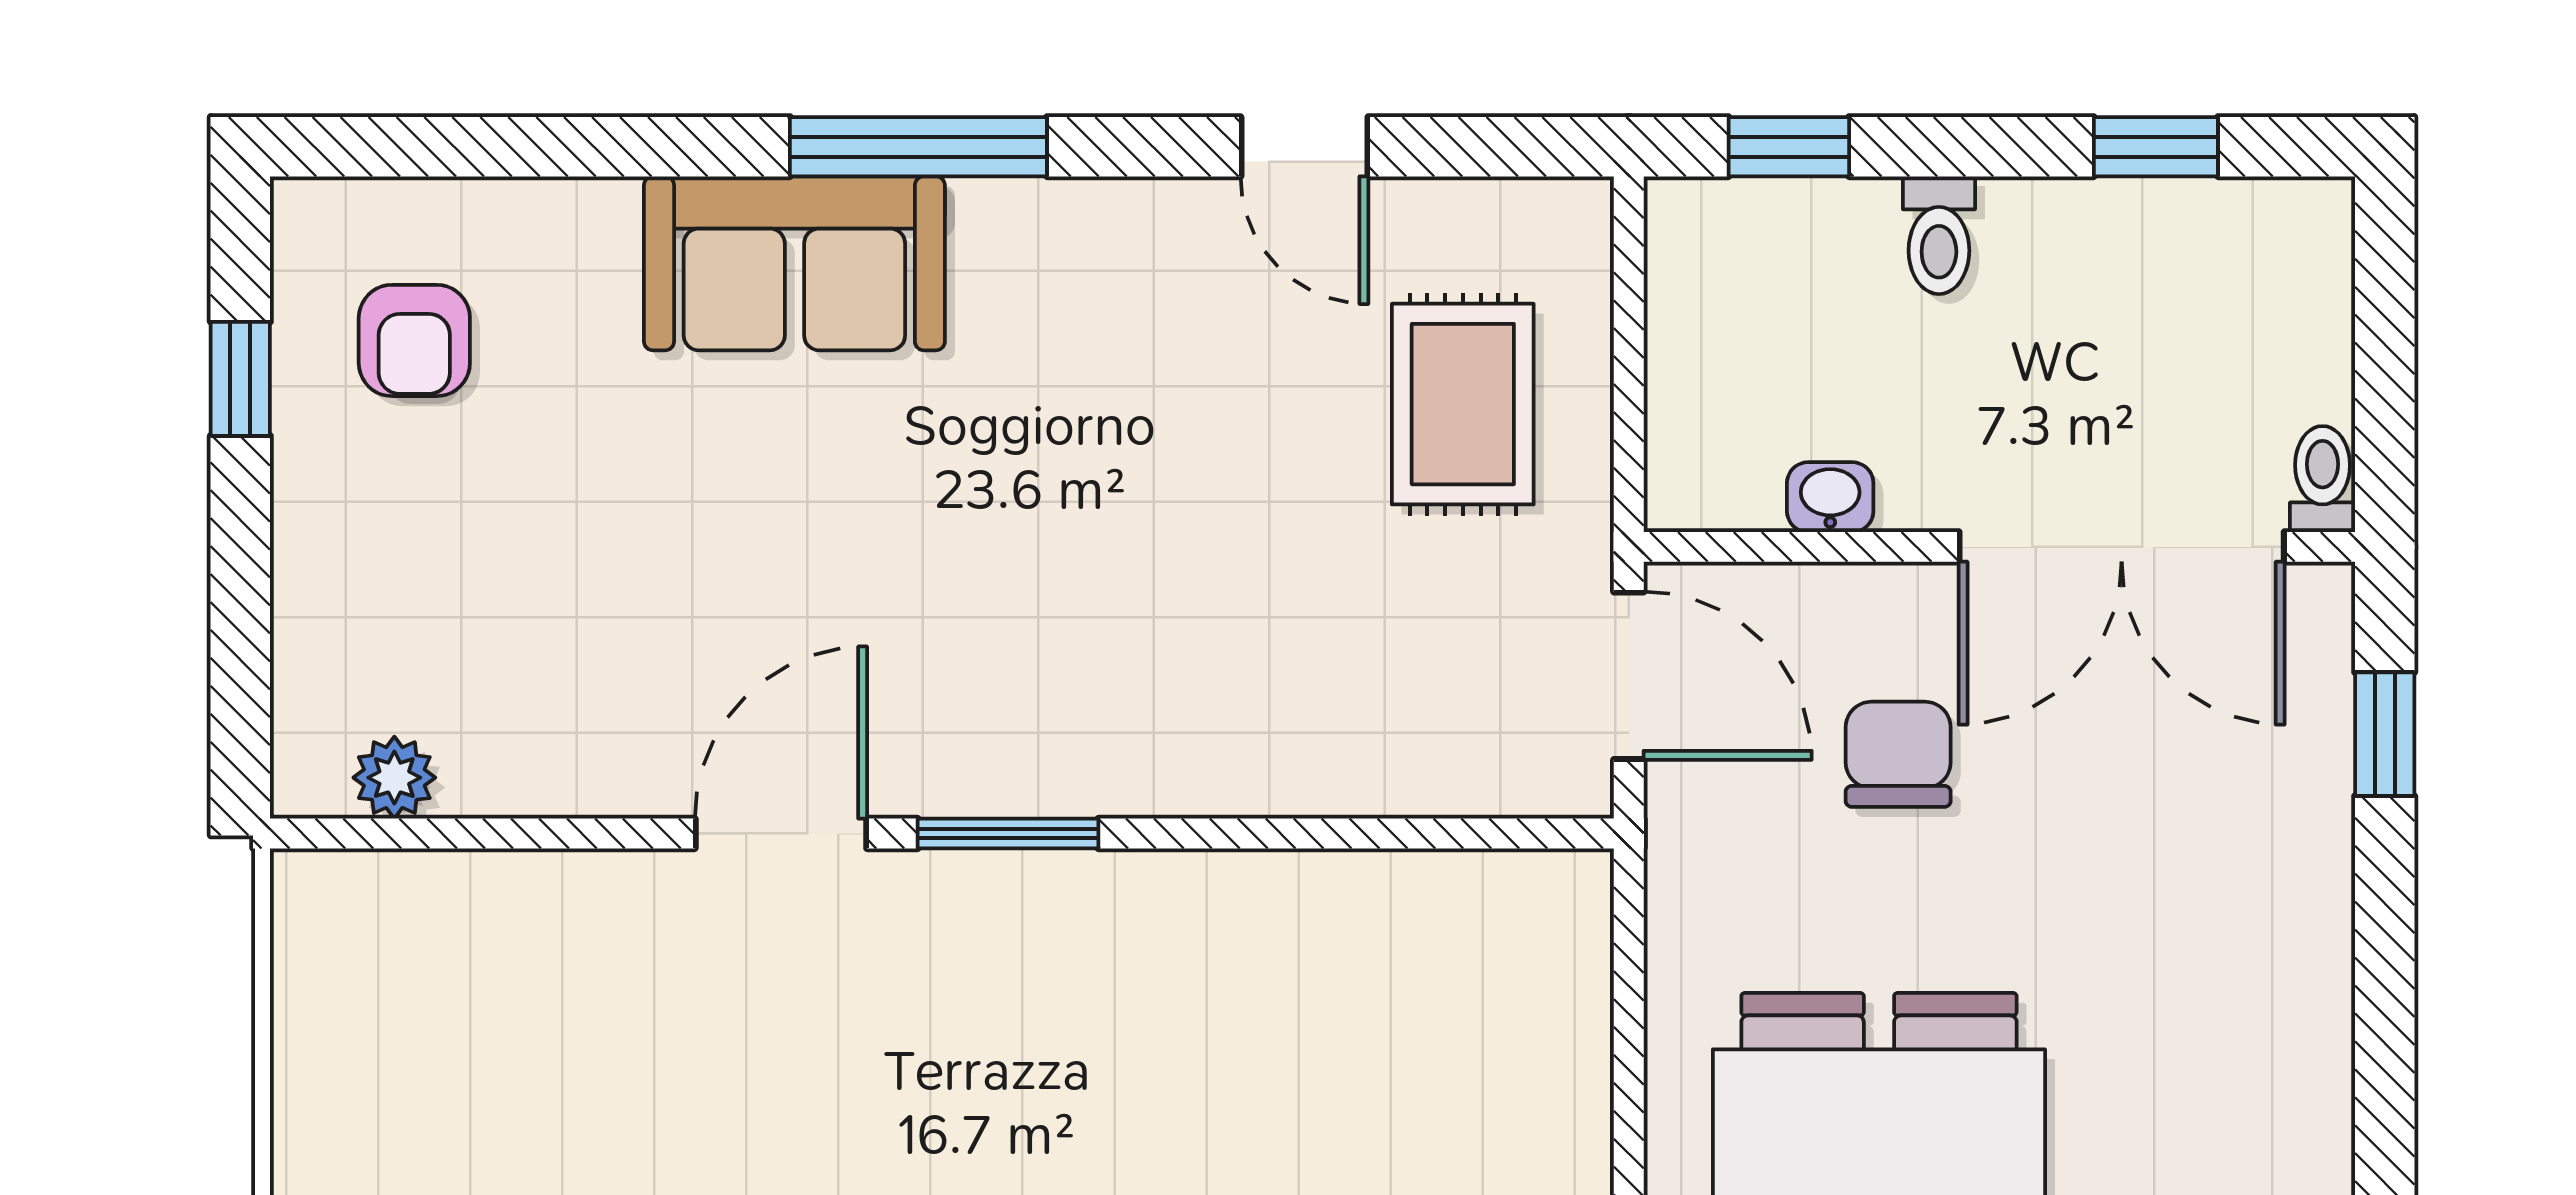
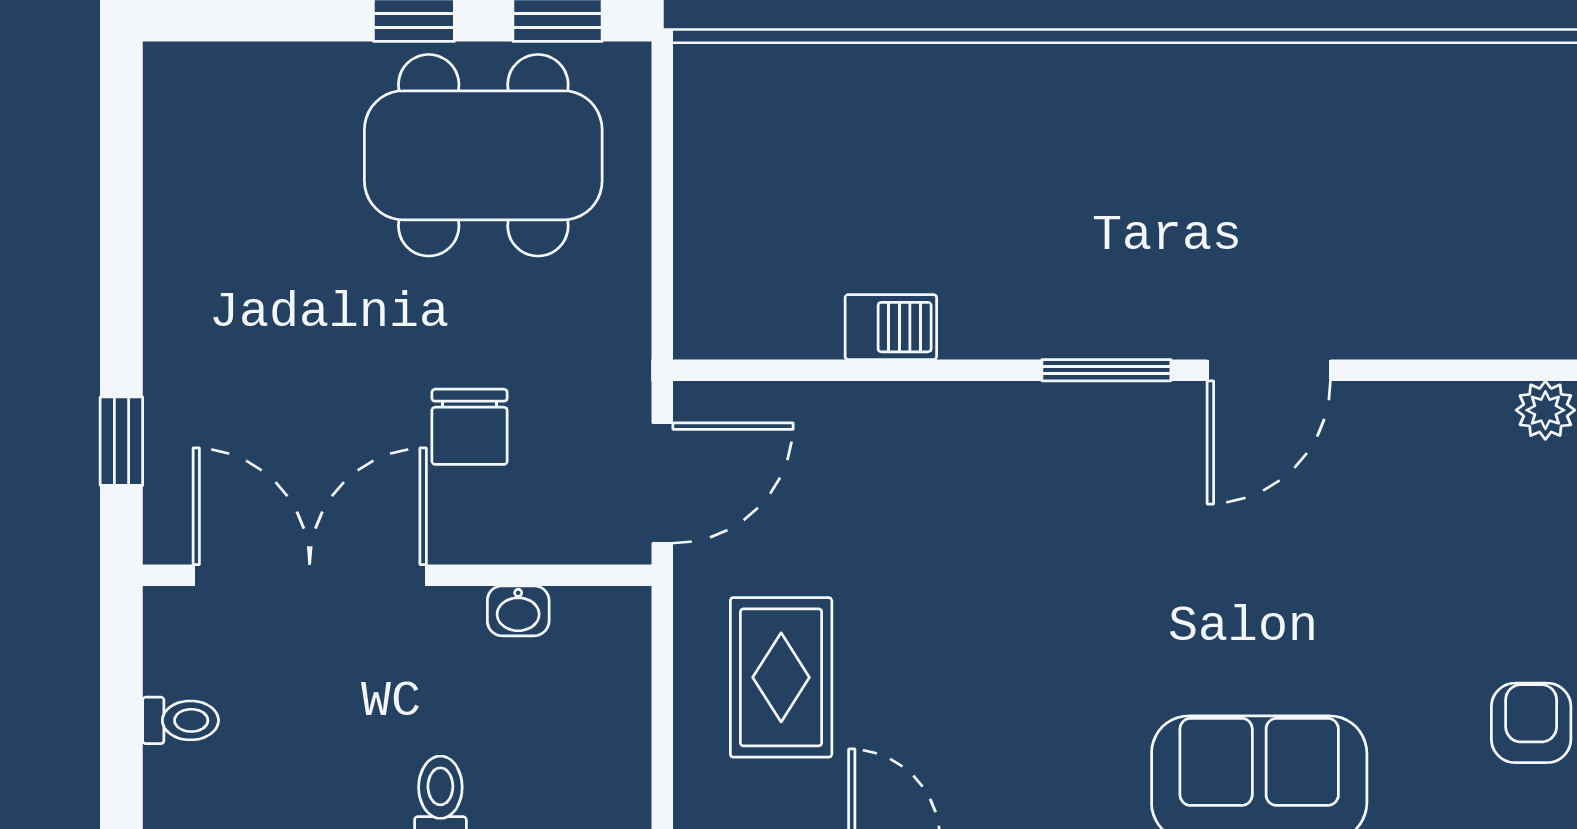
toilet: (2323, 479) -> (181, 720), moved, turned -90
door: (1629, 676) -> (662, 483), swing flipped
barbecue: (1309, 894) -> (891, 327), added

